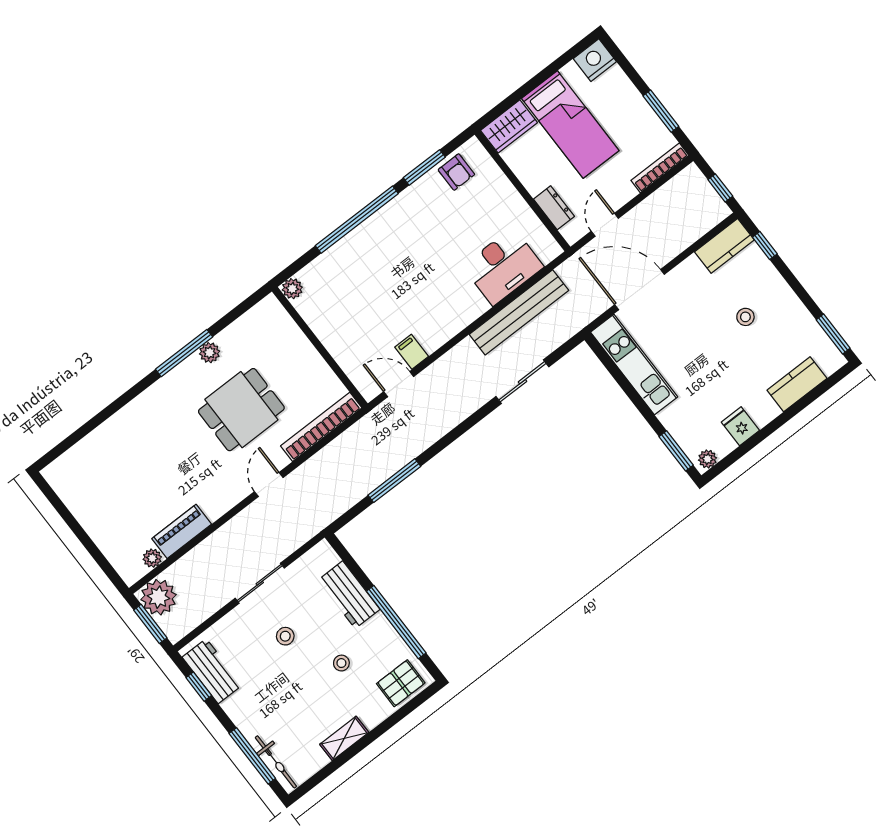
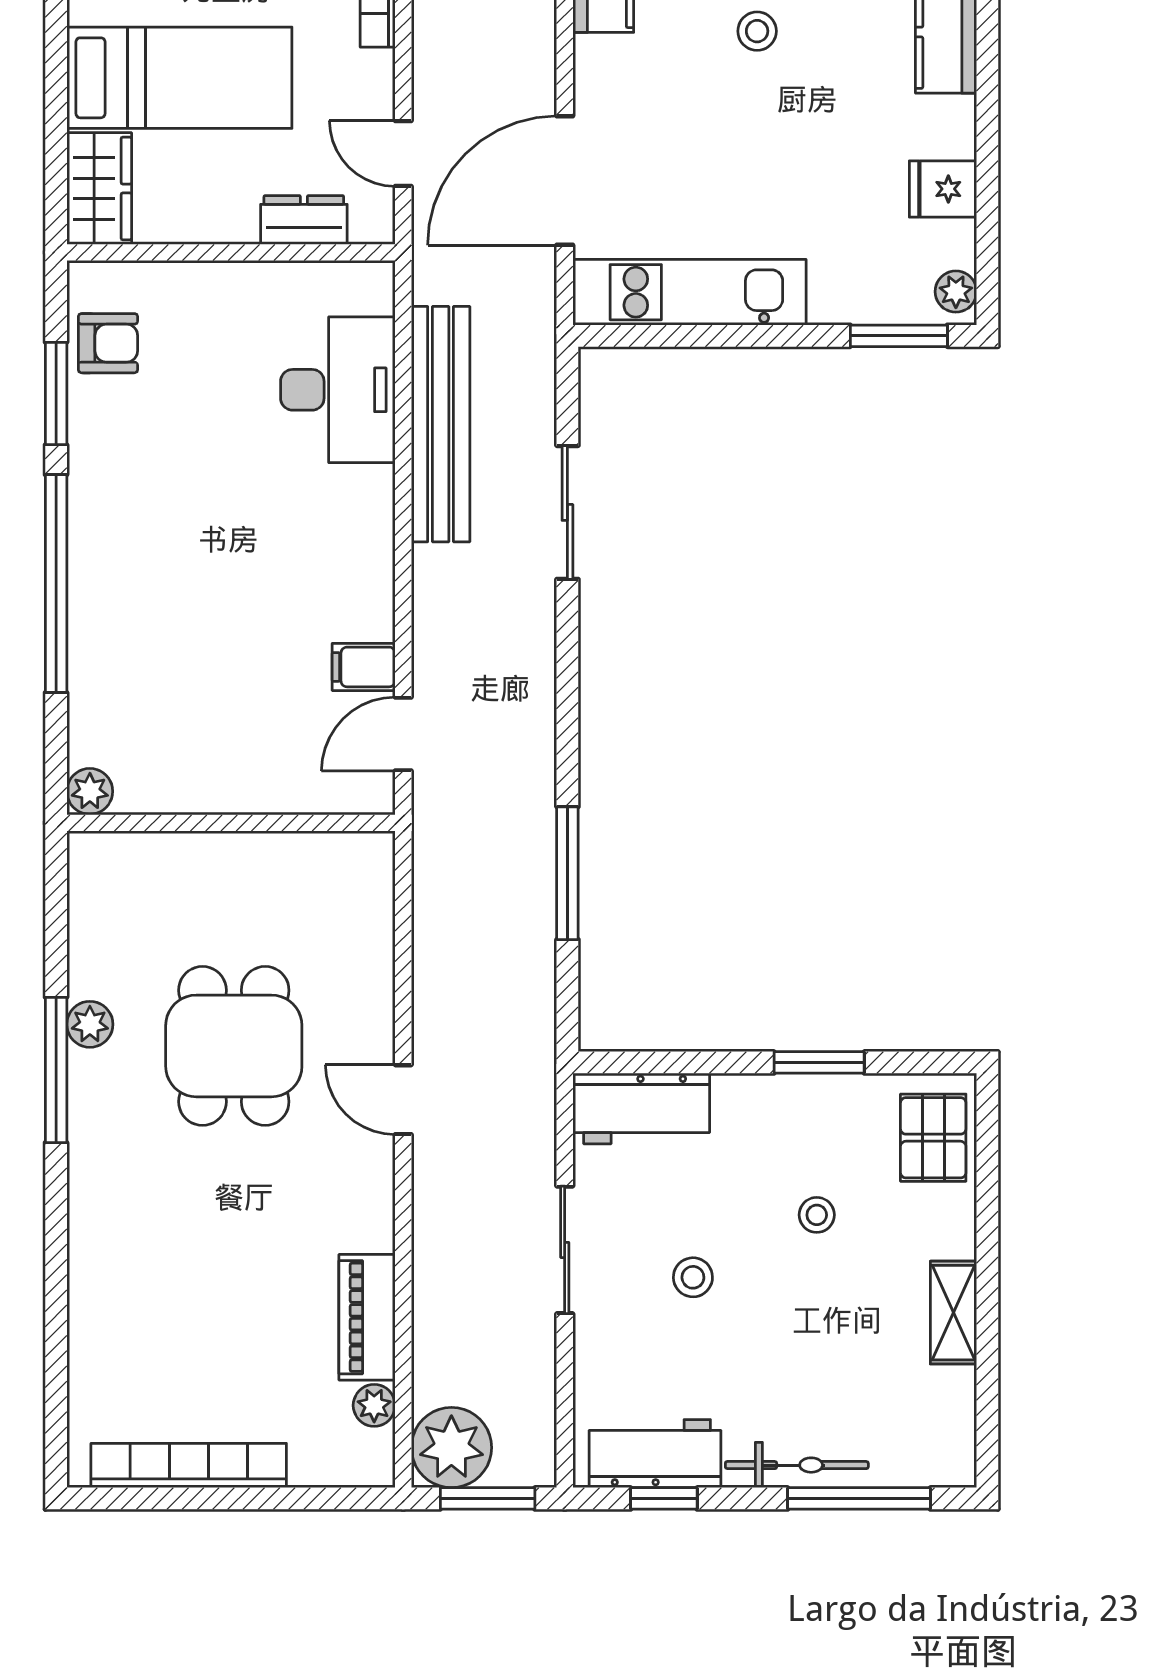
bookcase: (321, 427) -> (189, 1465), moved, turned 90
workbench: (349, 595) -> (641, 1109), moved
window: (396, 622) -> (819, 1062), width x0.47
bicycle: (276, 762) -> (797, 1465), moved

